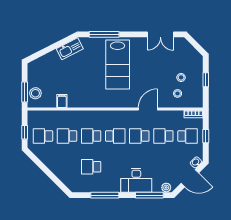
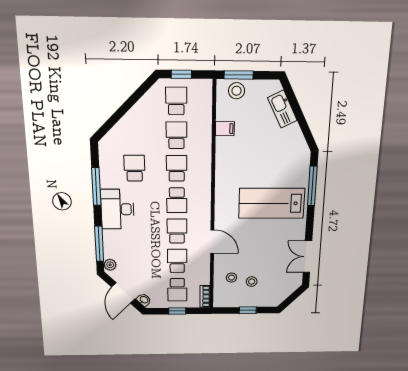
kitchen sink: (70, 49) -> (282, 109), moved
desk: (136, 180) -> (117, 209), moved

